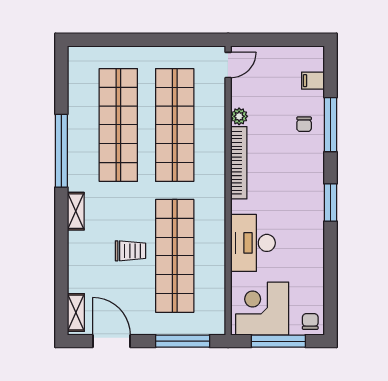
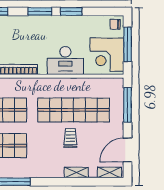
shelving: (76, 211) -> (76, 173), moved
window: (330, 252) -> (71, 11), added

